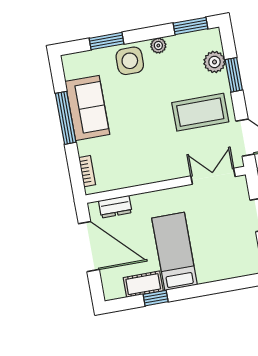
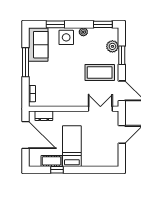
sofa: (87, 108) -> (38, 45), moved

